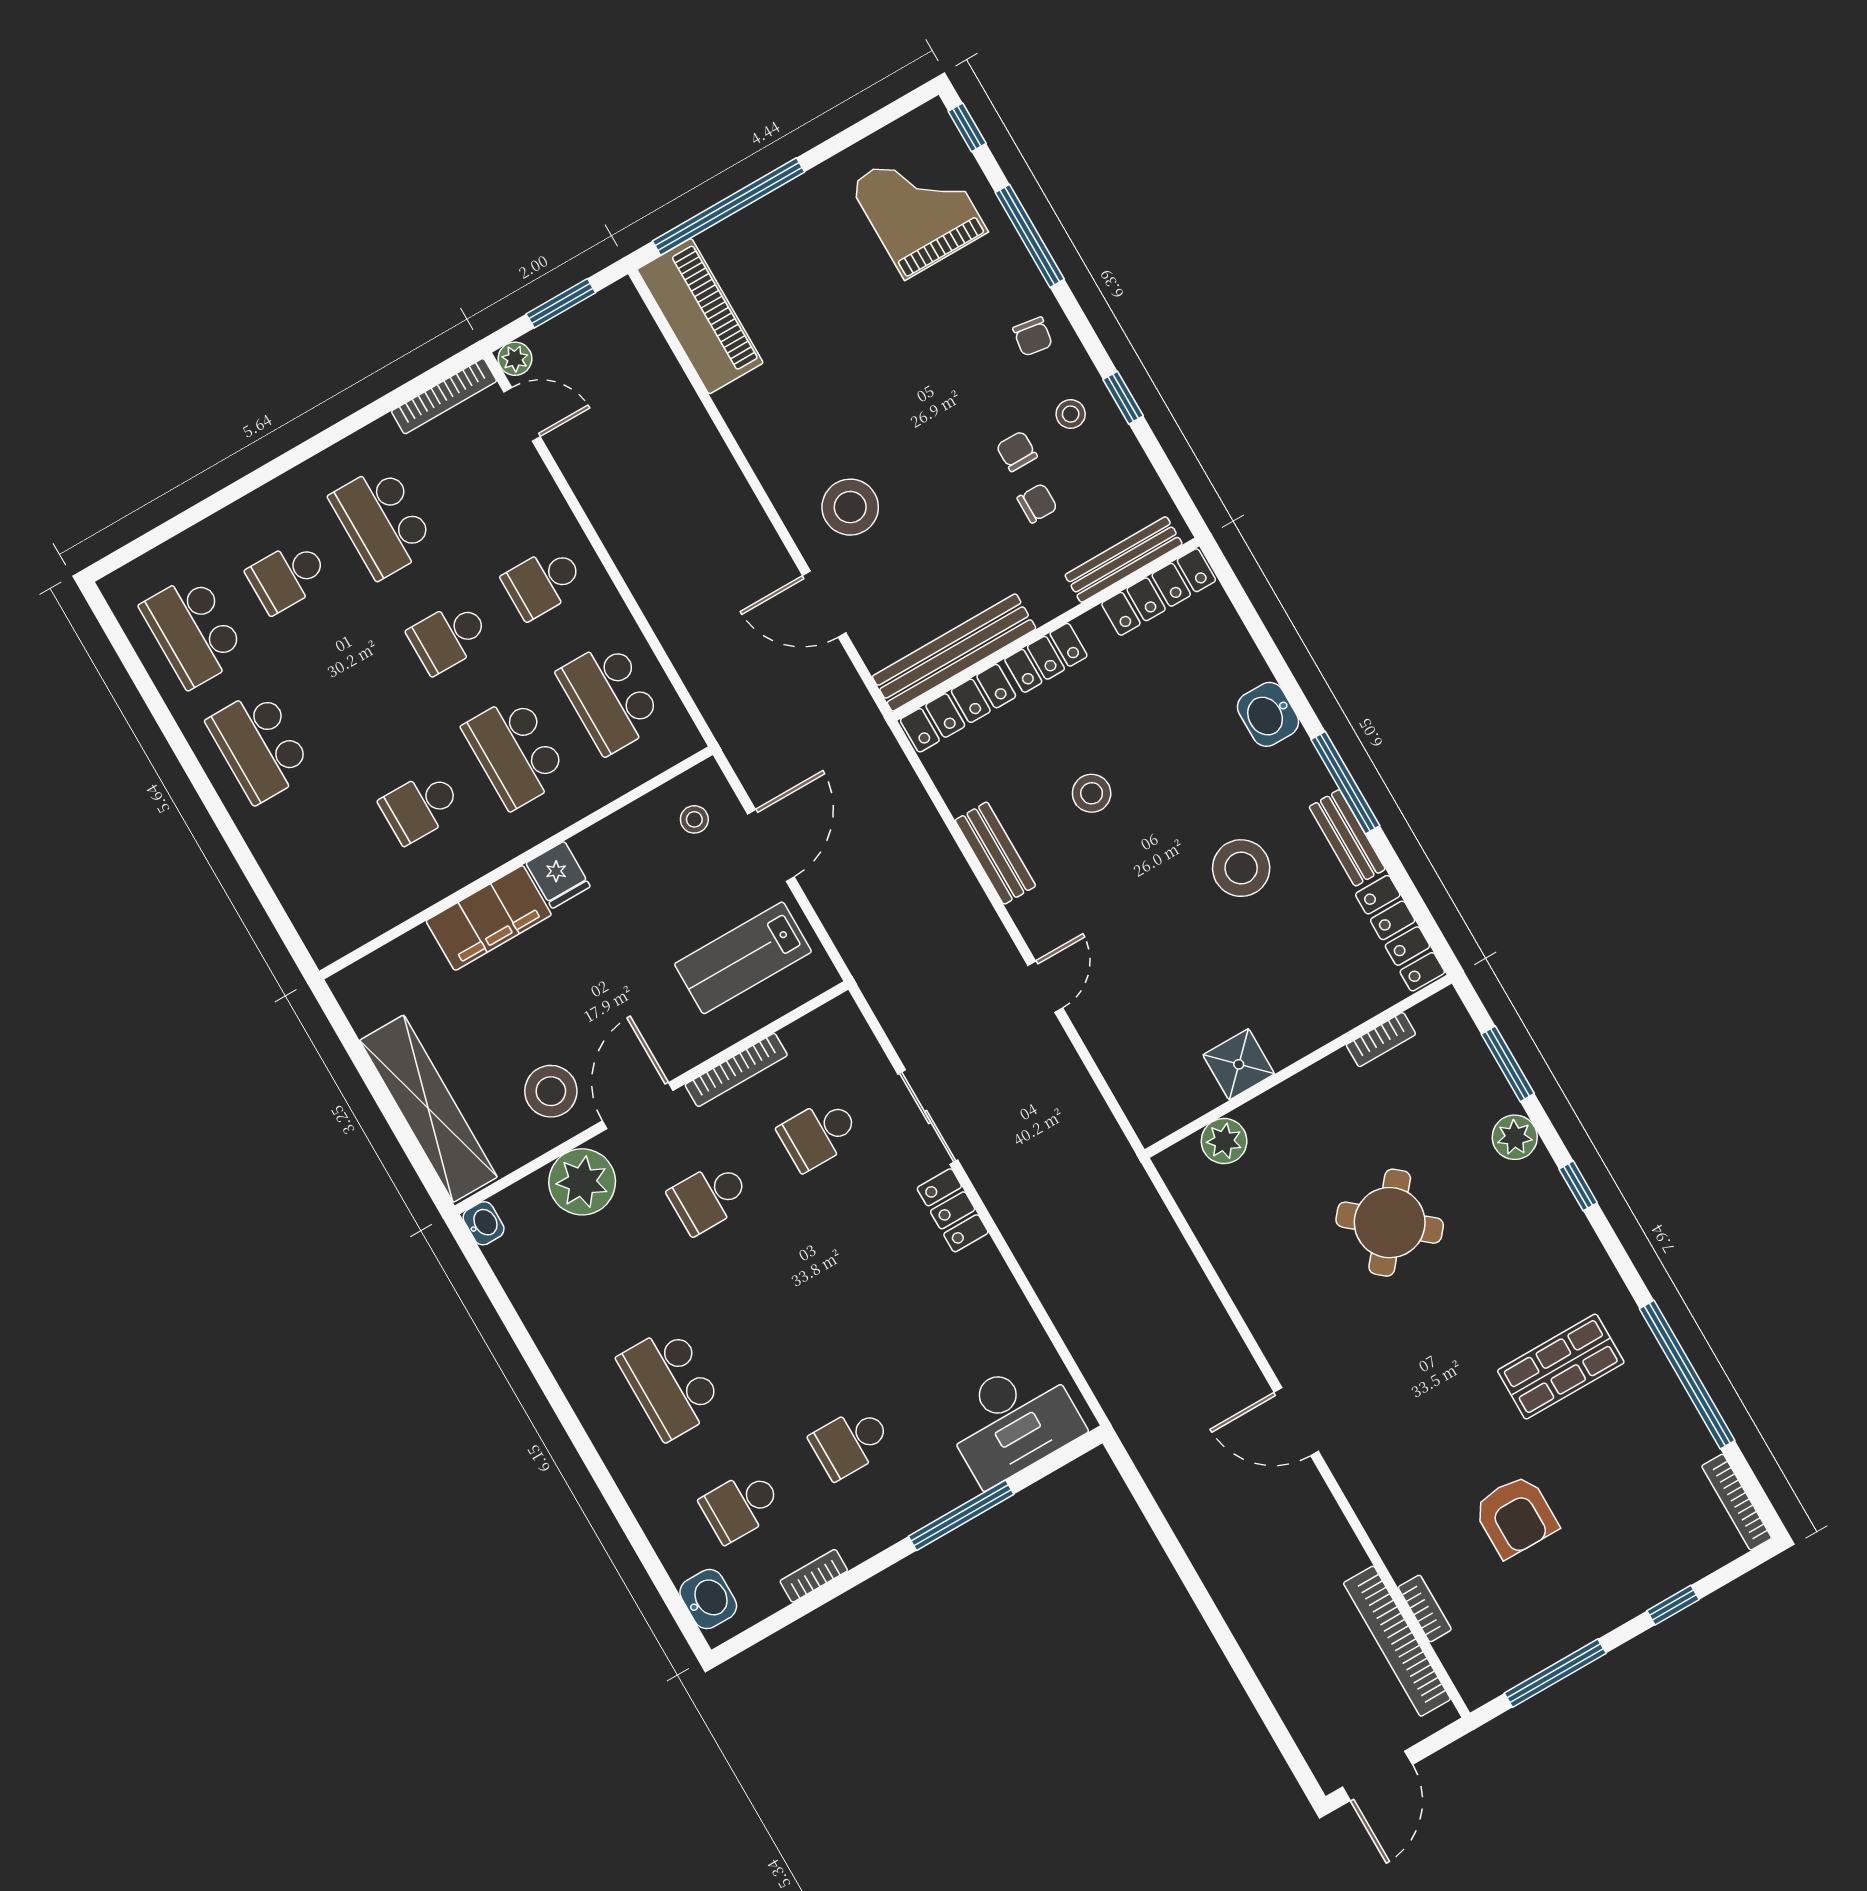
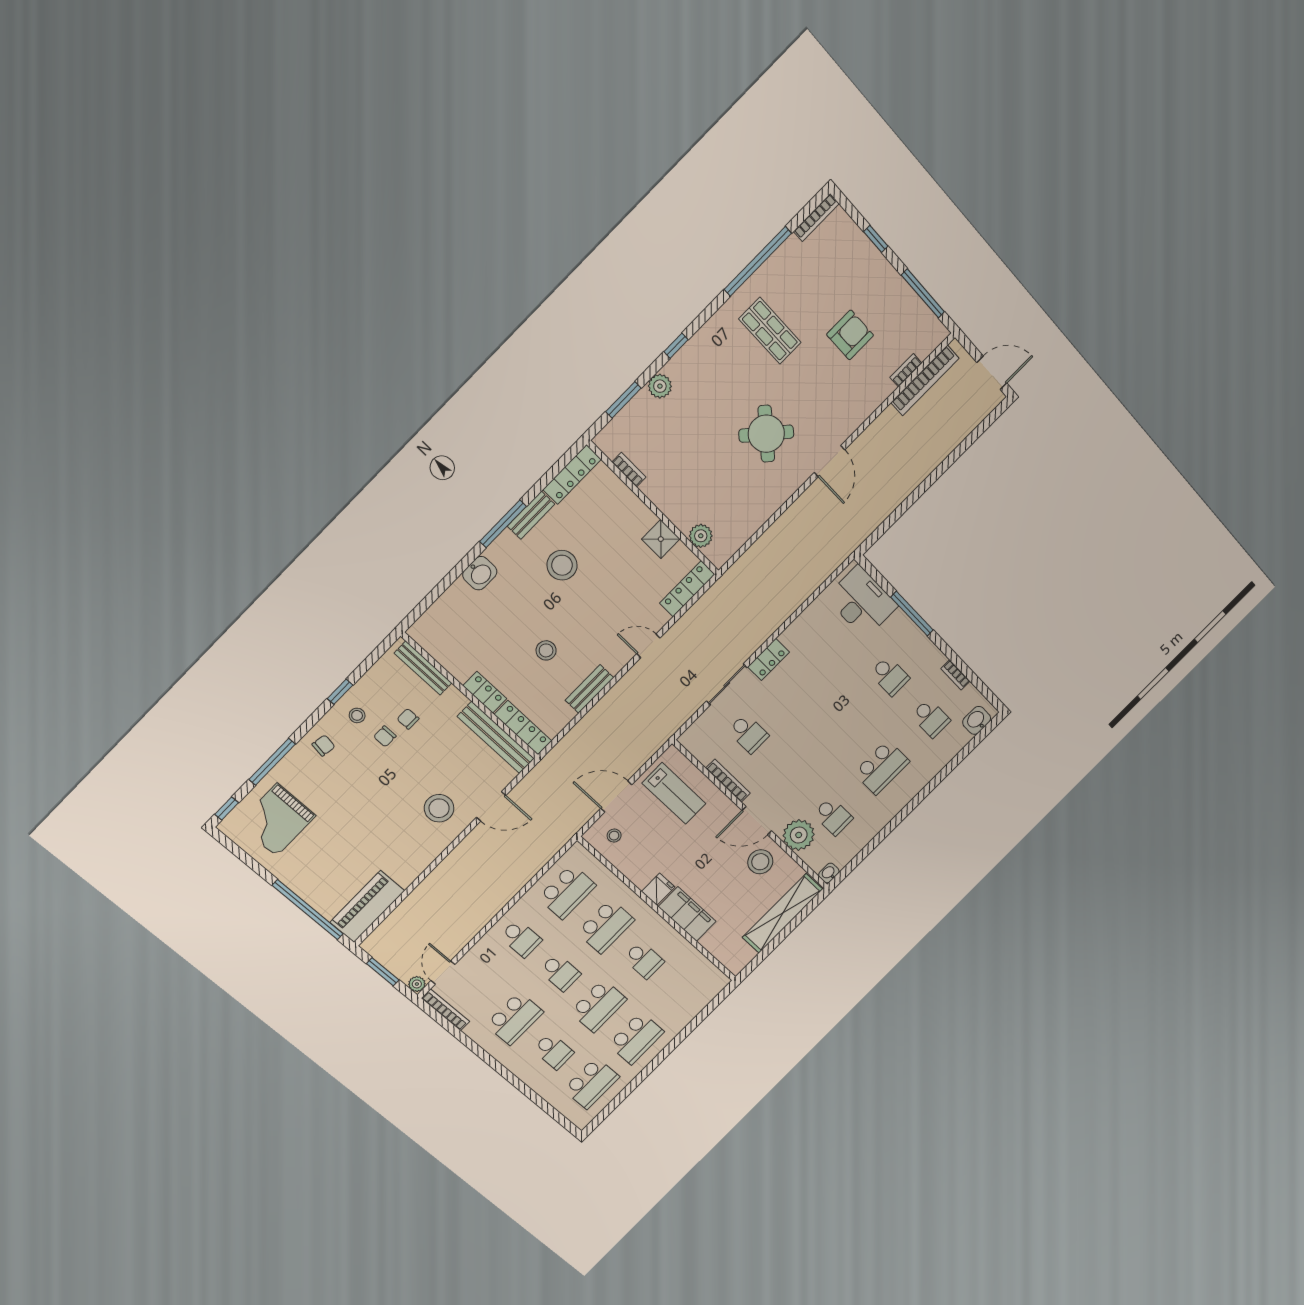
locker: (1159, 592) -> (687, 589), moved, turned -90
door: (824, 604) -> (491, 806), hinge flipped
school desk: (354, 691) -> (598, 1006), added
school desk: (709, 1197) -> (833, 816), moved
round table: (1390, 1223) -> (766, 434), moved

